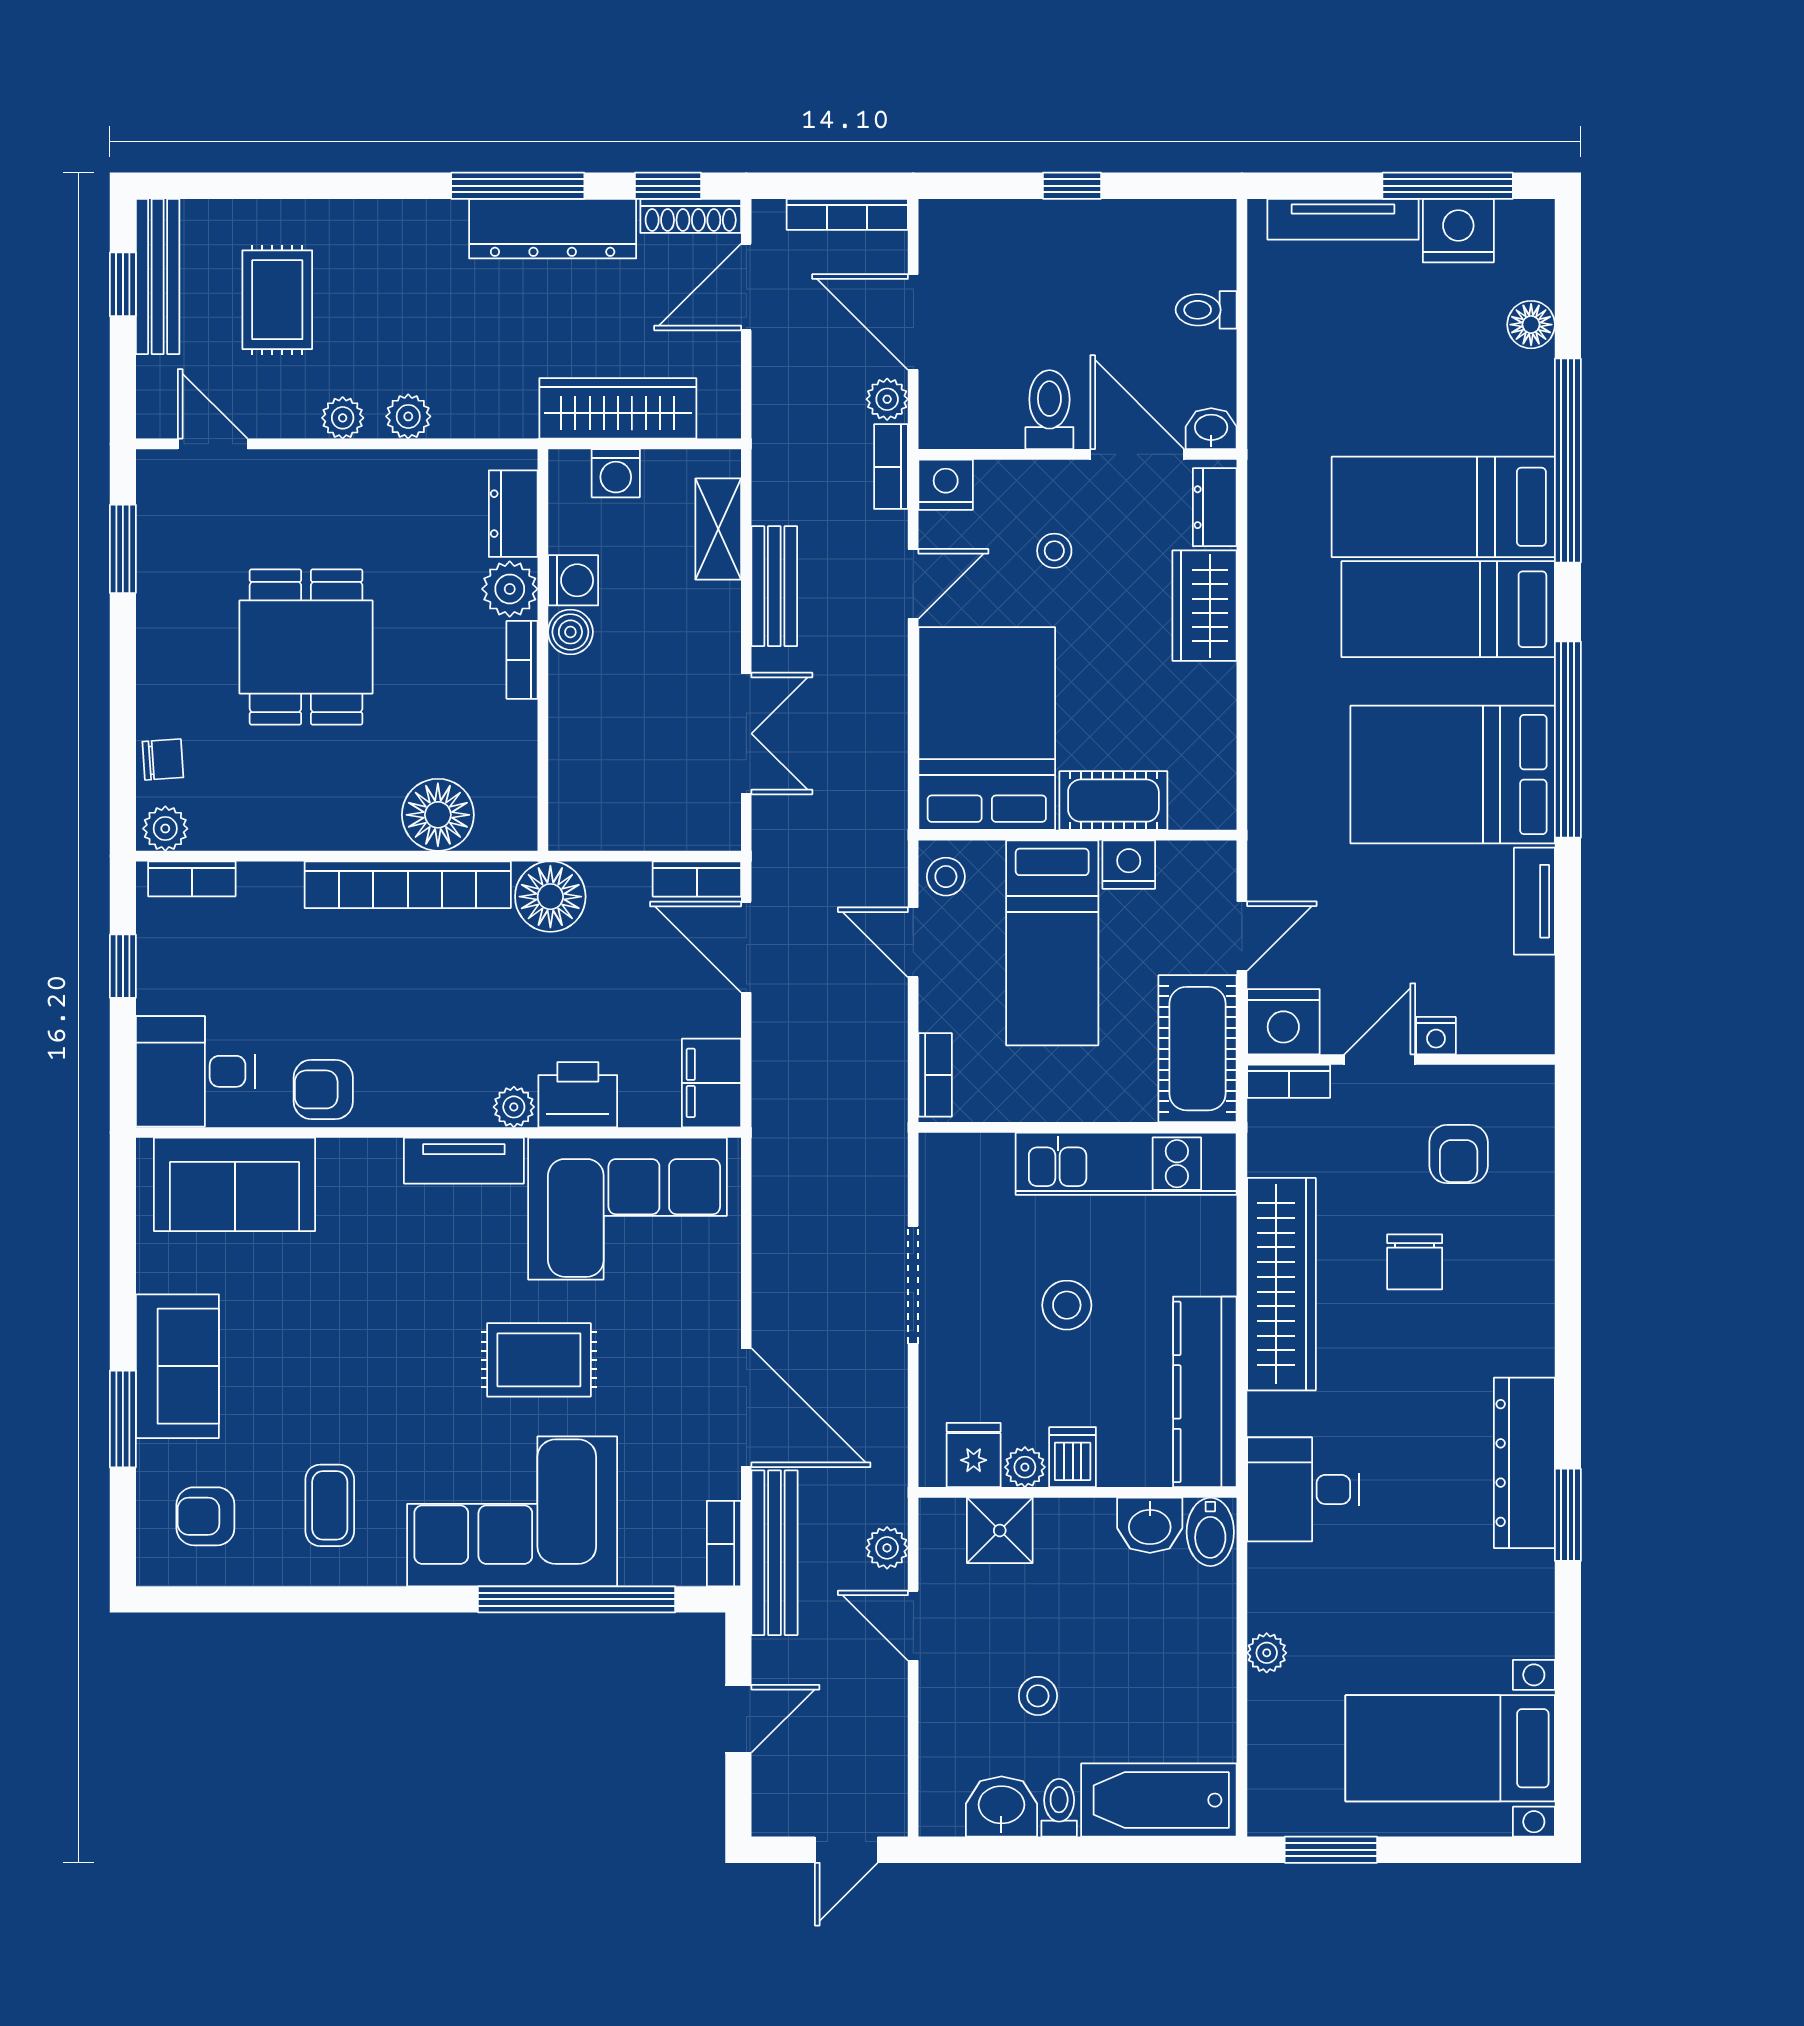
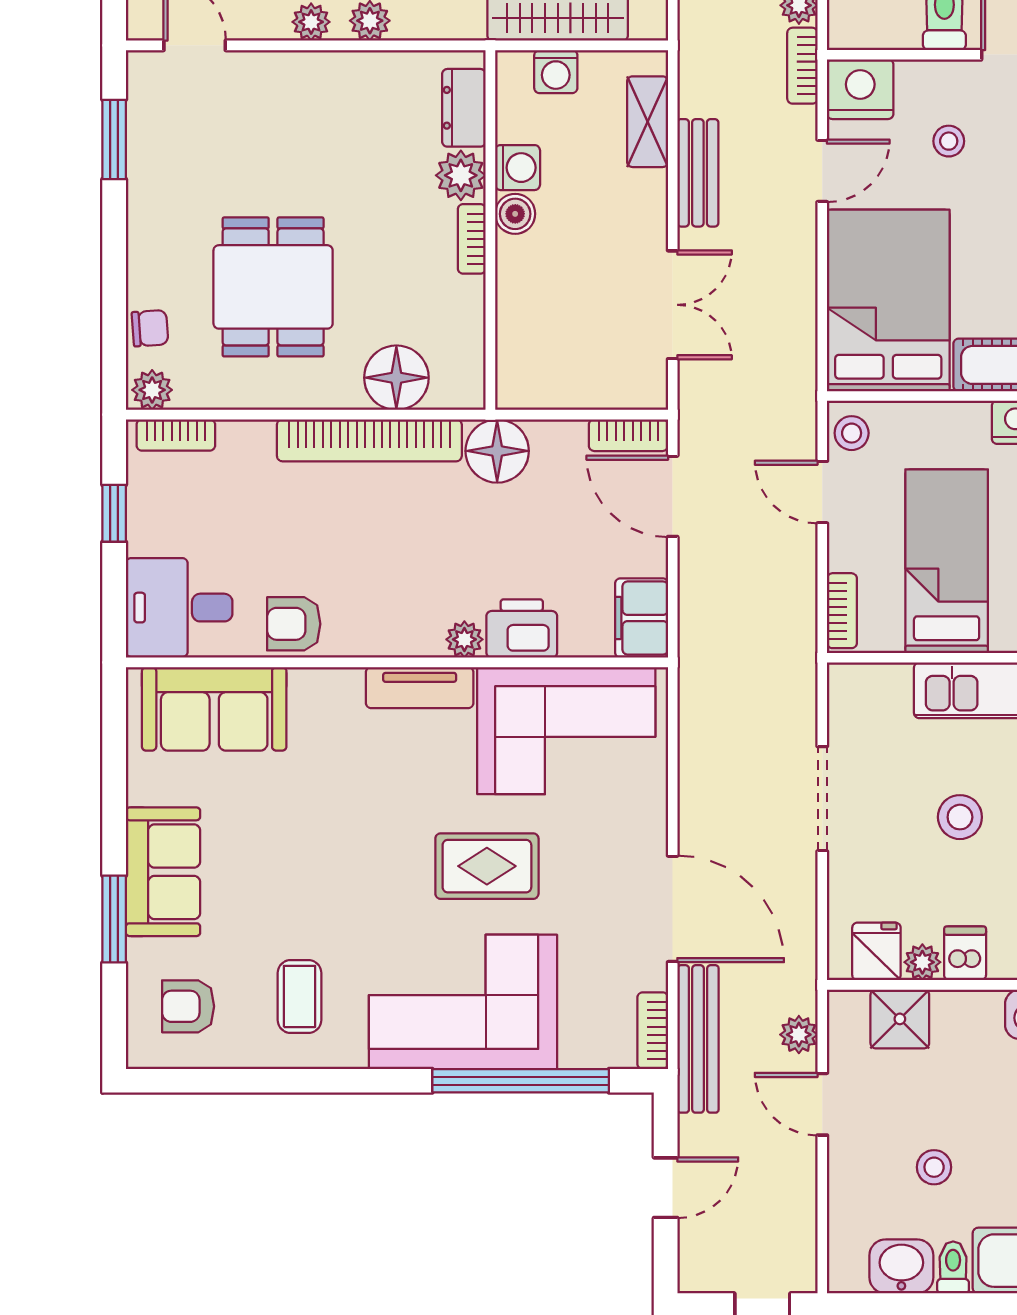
nightstand: (946, 485) -> (860, 89), width x1.36, depth x1.33
dining table: (306, 647) -> (273, 287), moved
bed: (1052, 943) -> (947, 561), moved, turned 180

